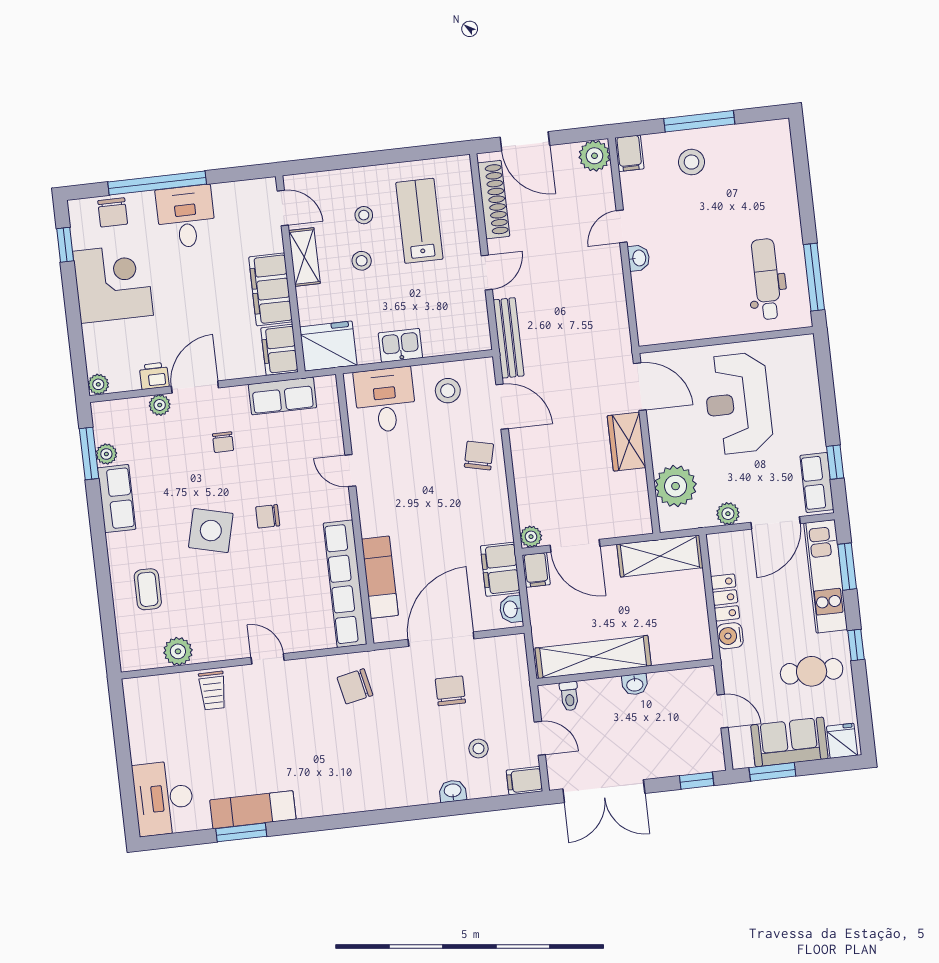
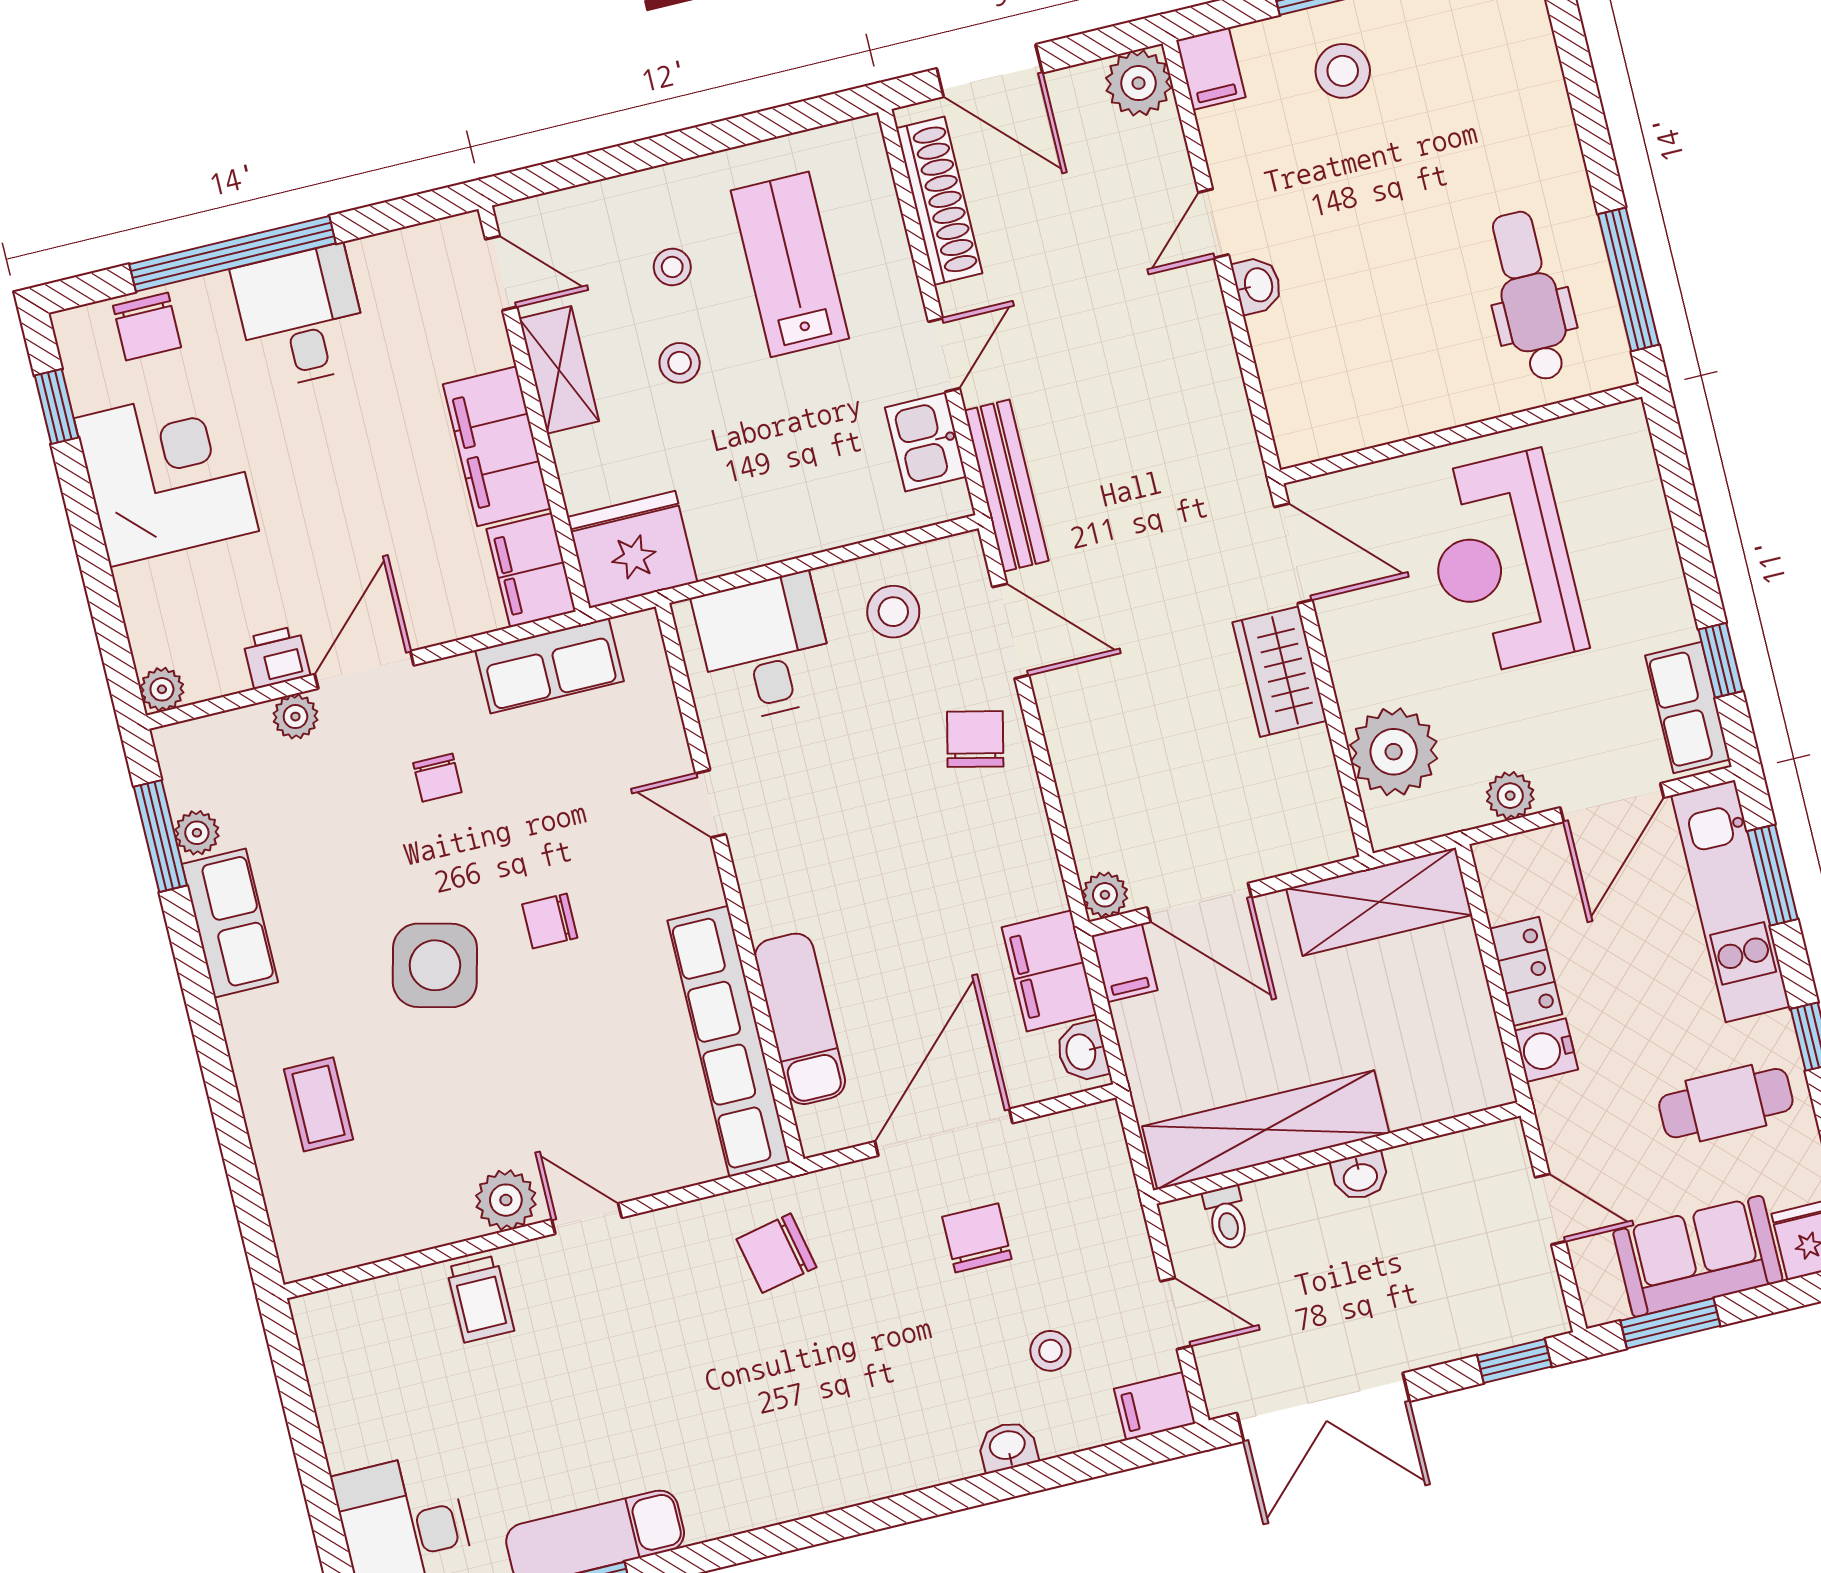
kitchen sink: (400, 345) -> (926, 442), moved, turned -90
plant: (178, 651) -> (506, 1200), moved

